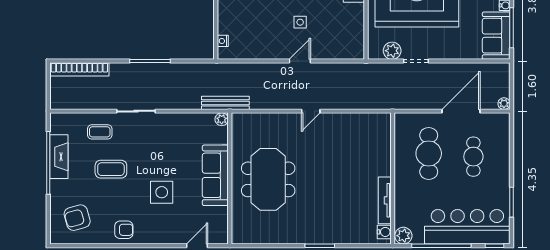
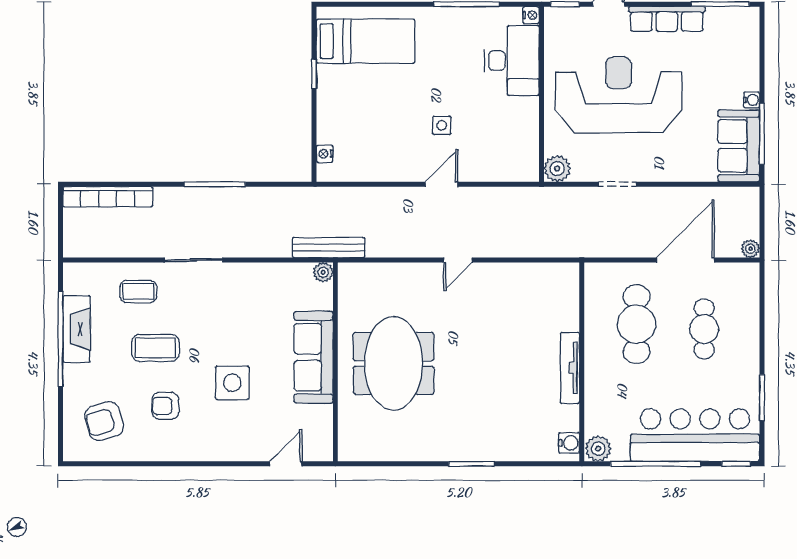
plant: (392, 51) -> (557, 169), moved
tv unit: (385, 200) -> (570, 368), moved
armchair: (124, 230) -> (165, 406), moved, turned 180

